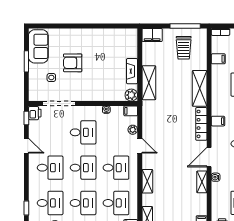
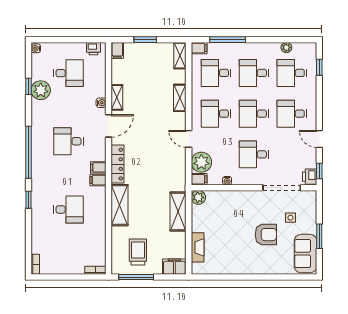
filing cabinet: (218, 59) -> (98, 180), moved
fireplace: (132, 71) -> (198, 247), moved
plant: (133, 130) -> (201, 162), width x1.88, depth x1.88

